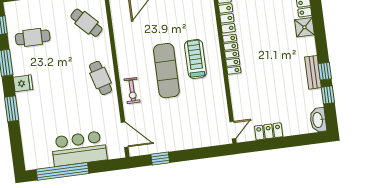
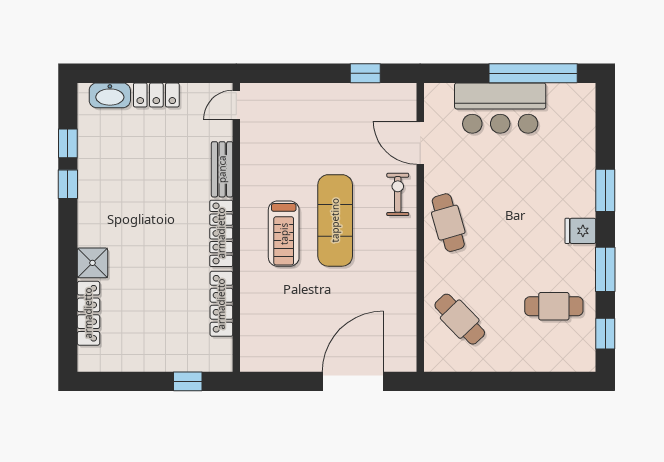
bench: (313, 72) -> (222, 169), moved
washbasin: (318, 120) -> (110, 95), moved, turned 90
locker: (269, 131) -> (156, 95), moved
door: (125, 135) -> (420, 143), moved

